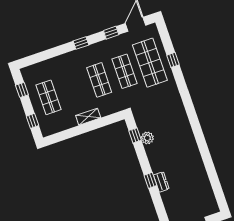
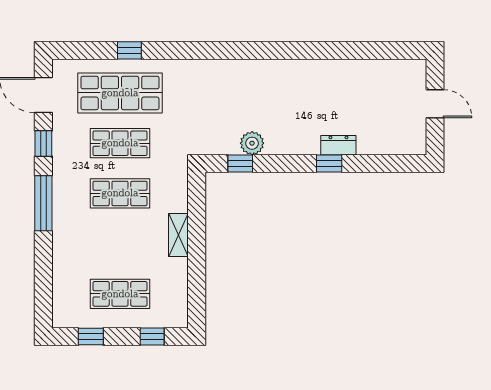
window: (81, 43) -> (43, 203), width x2.17

